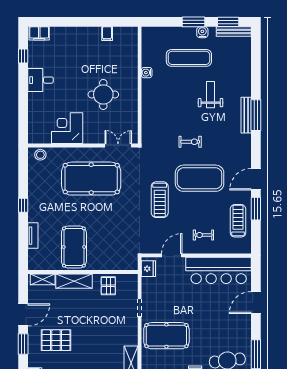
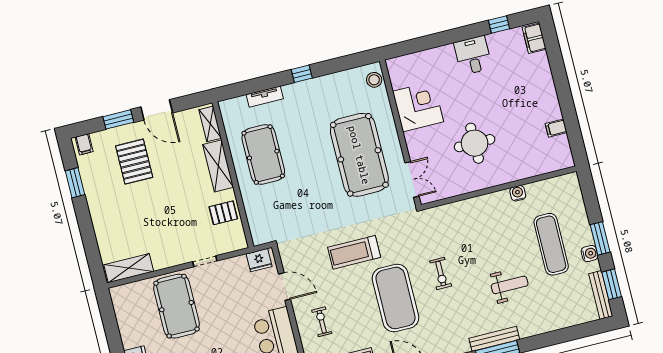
pool table: (74, 247) -> (263, 155), turned 90

